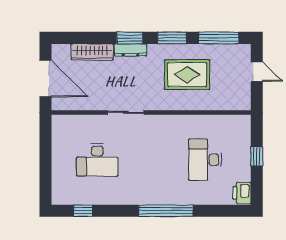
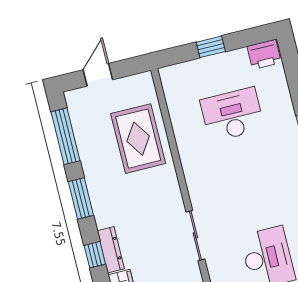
window: (130, 38) -> (95, 255), width x0.67
rug: (187, 75) -> (138, 139), moved
desk: (205, 160) -> (232, 115), turned 180

